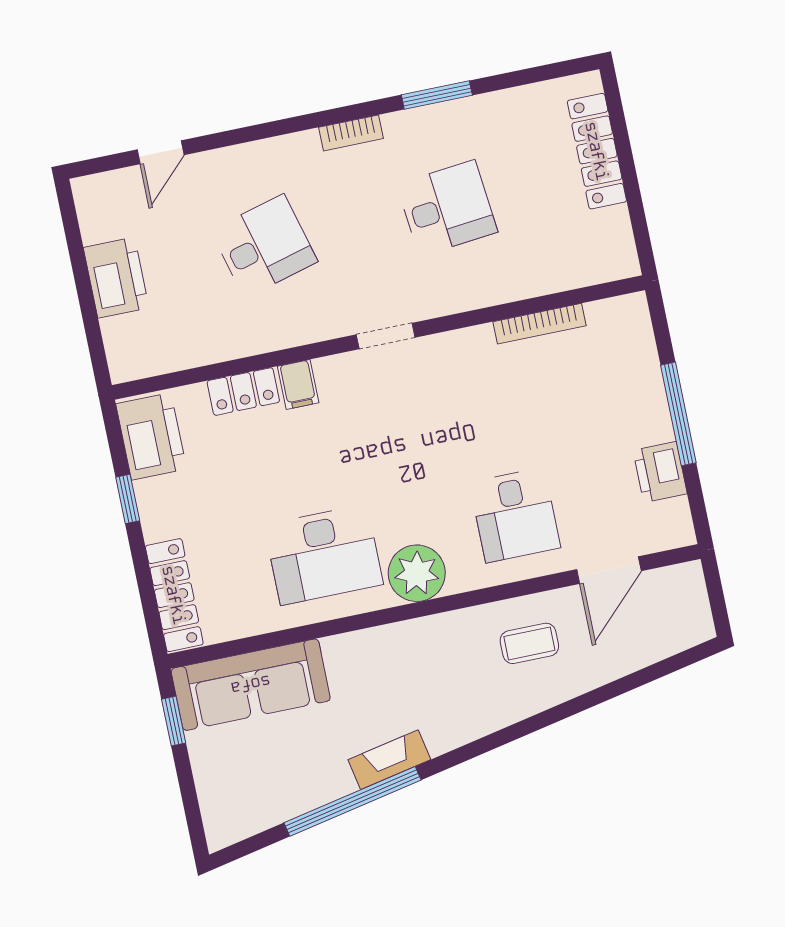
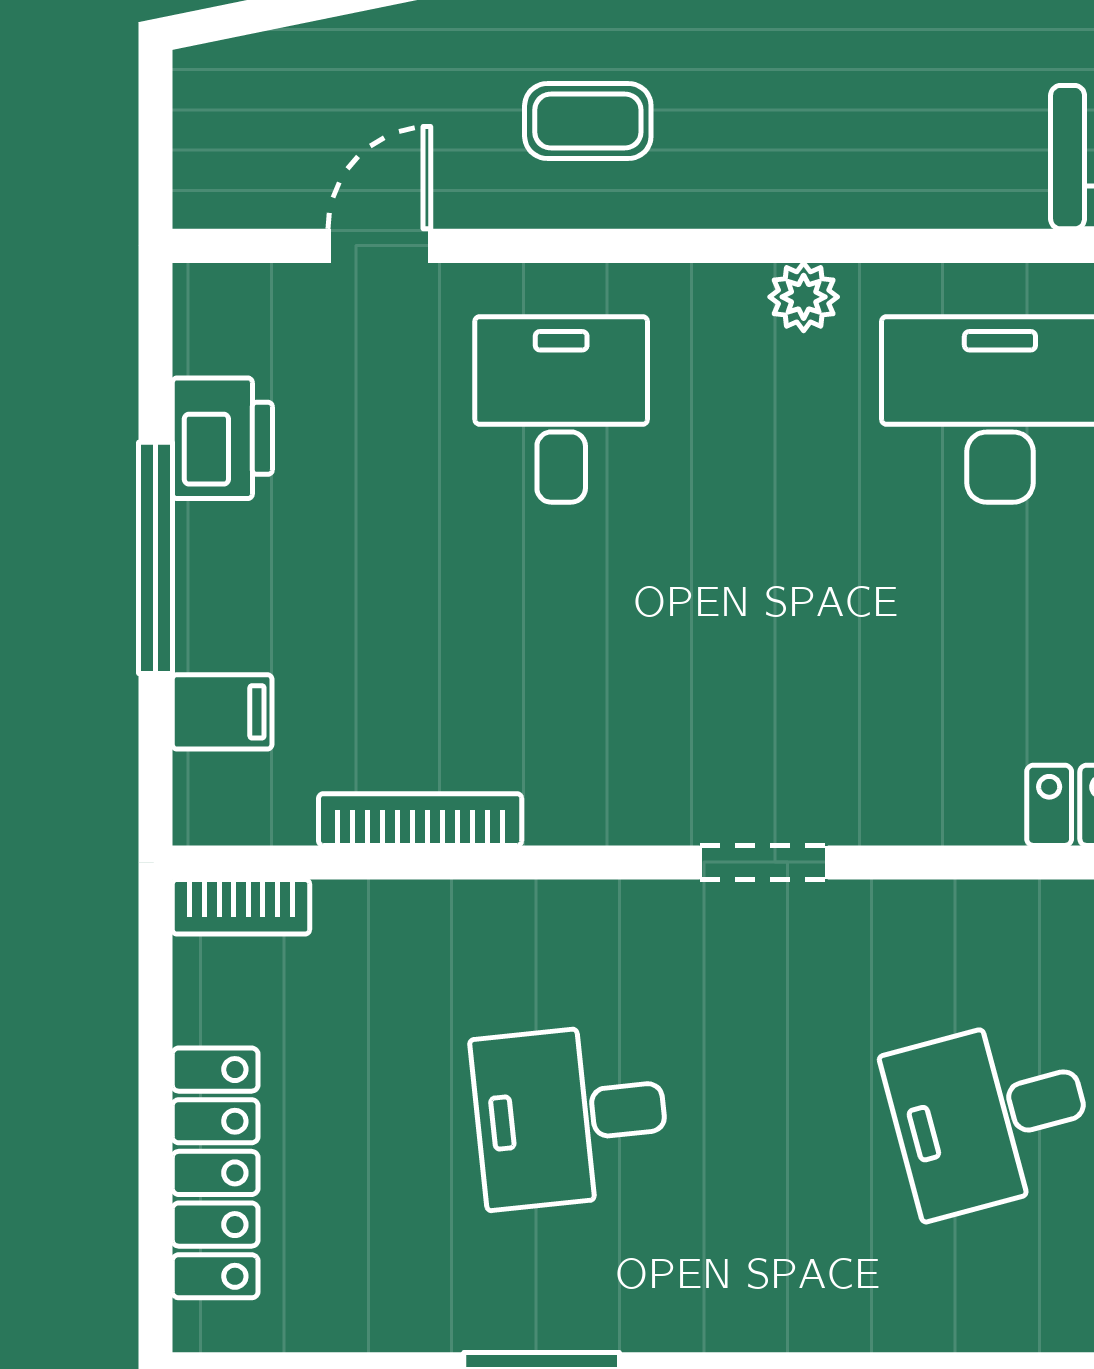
bookcase: (351, 133) -> (241, 907), moved, turned 180
filing cabinet: (298, 384) -> (222, 712), moved, turned 90
door: (609, 570) -> (379, 246), width x0.73
plant: (417, 573) -> (804, 297), width x0.53, depth x0.53

